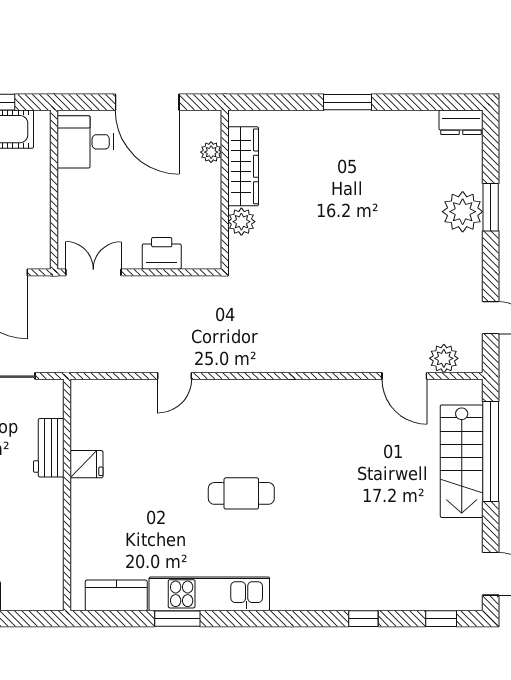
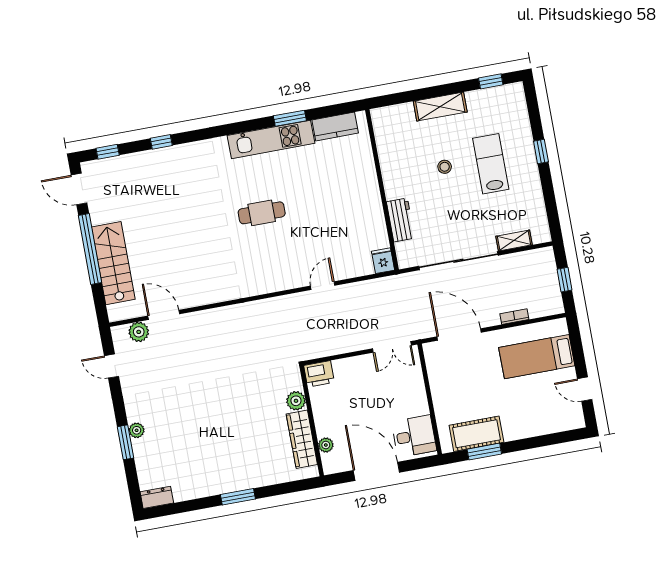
plant: (463, 212) -> (137, 430), width x0.53, depth x0.53
printer: (162, 253) -> (319, 374), moved
window: (491, 452) -> (90, 249), moved
fridge: (86, 464) -> (383, 261), moved, turned 90

